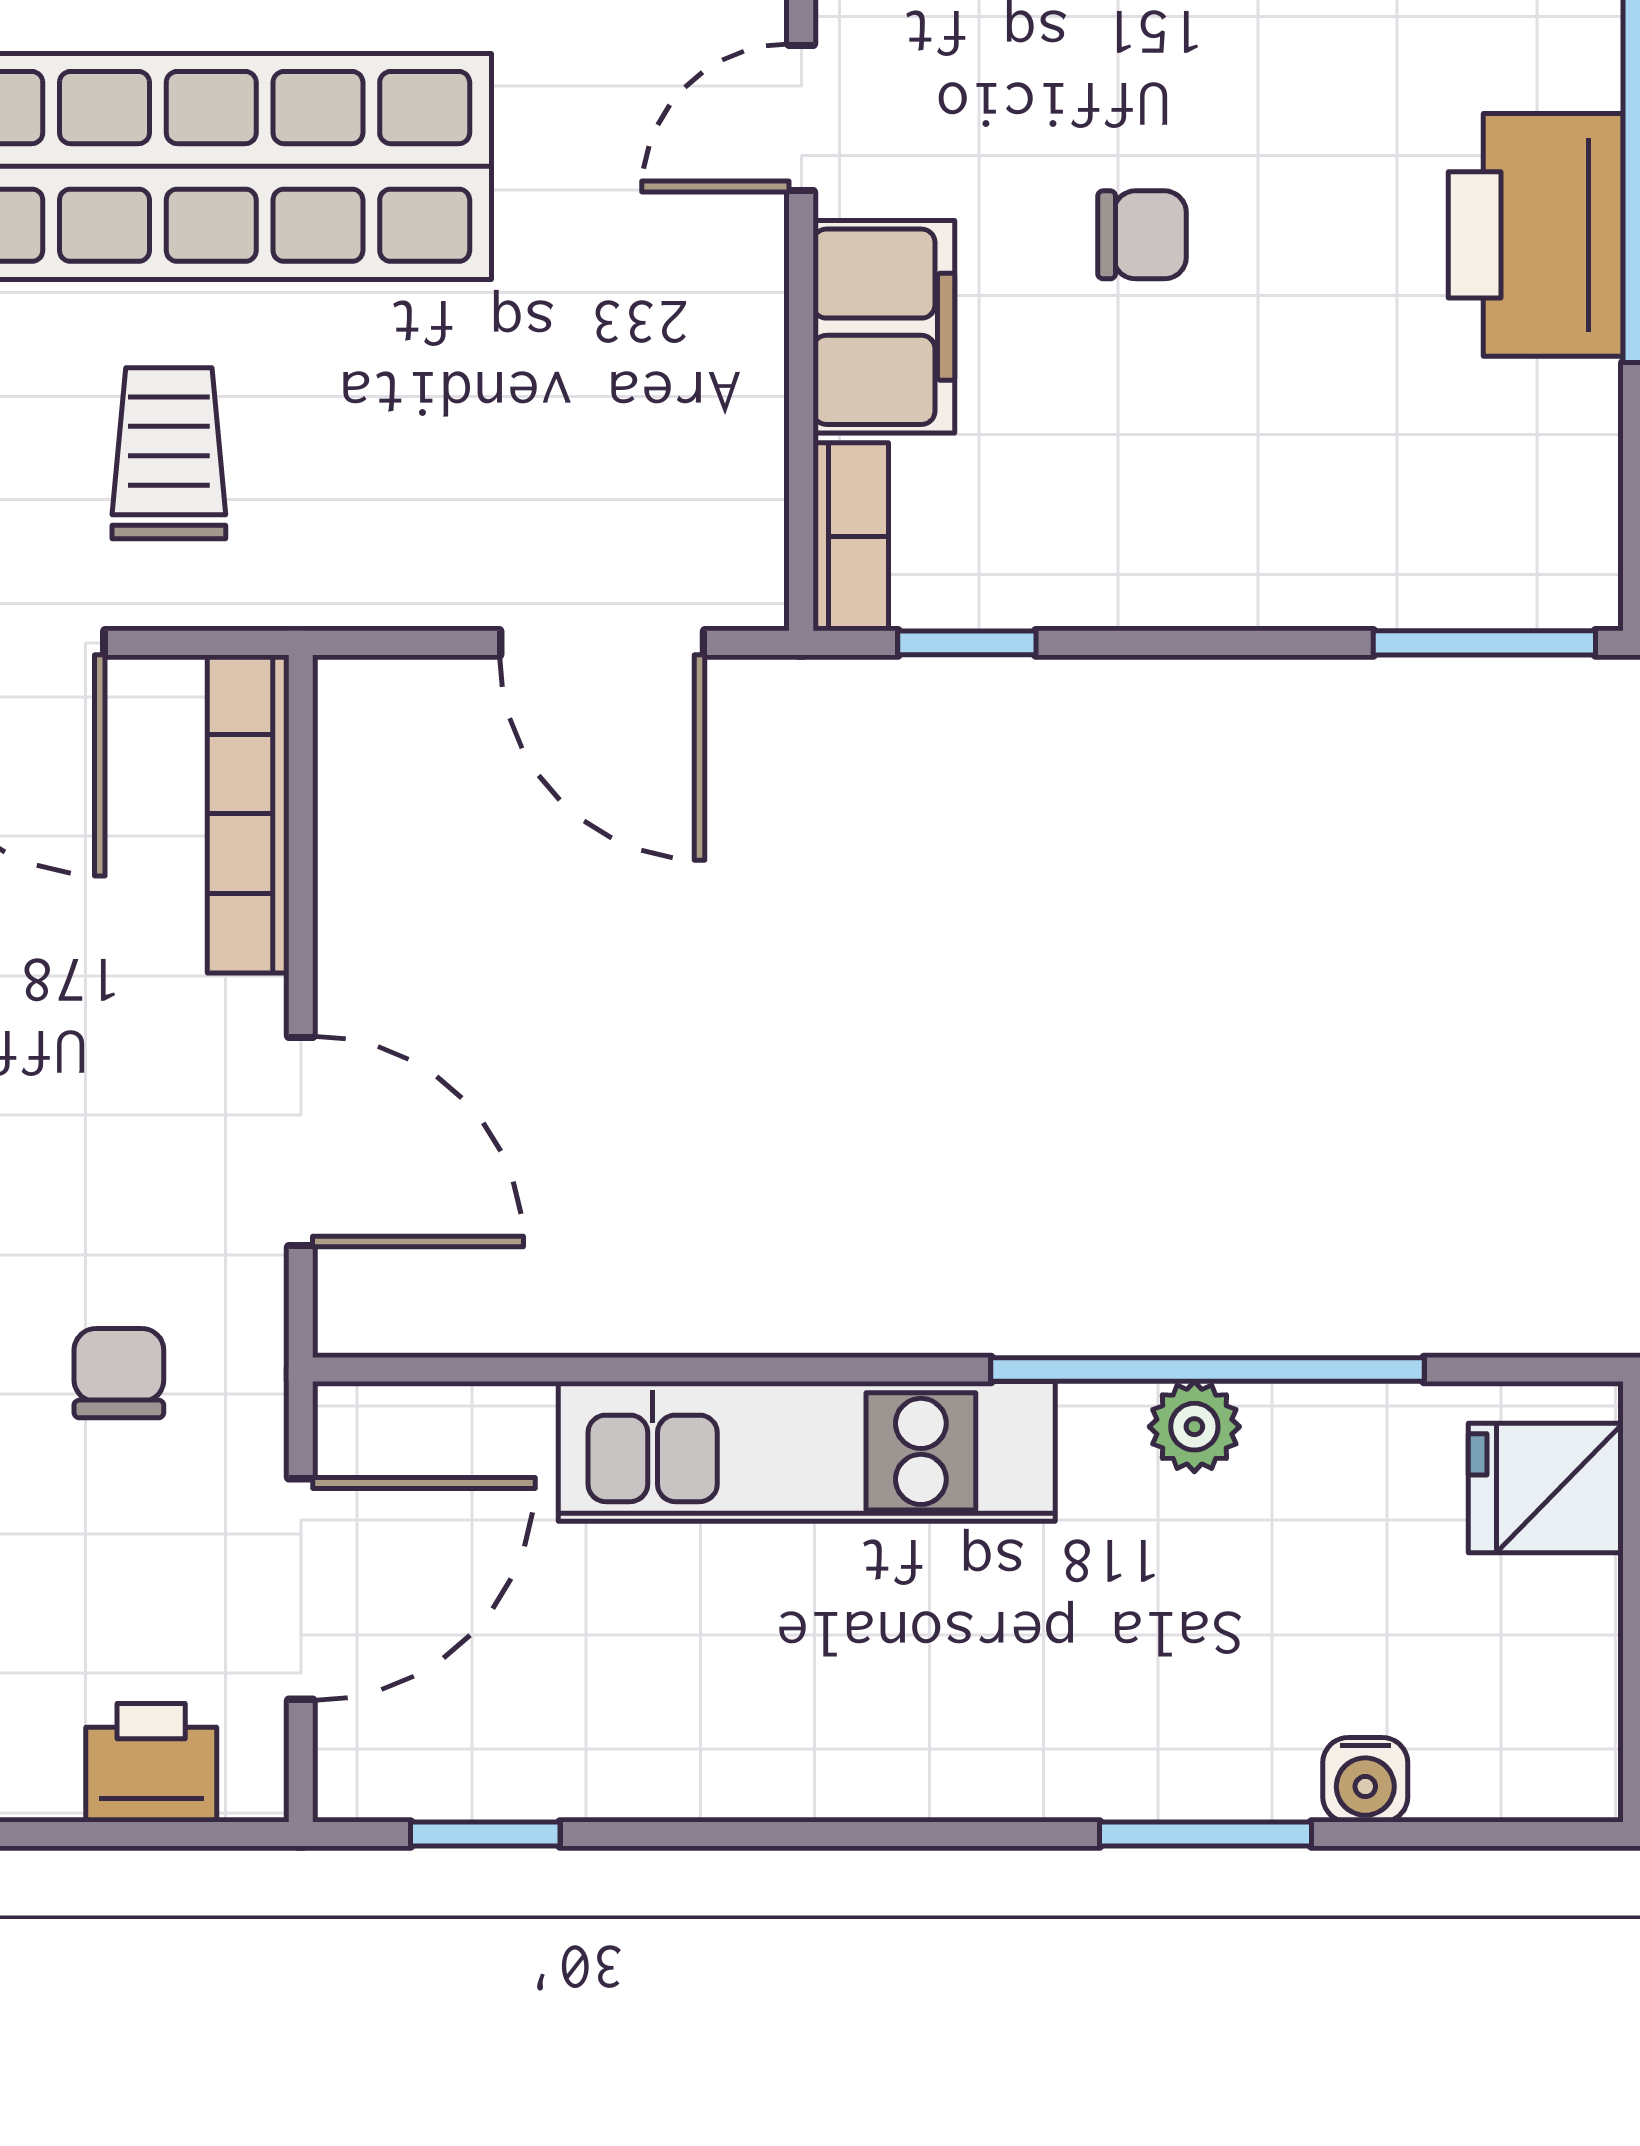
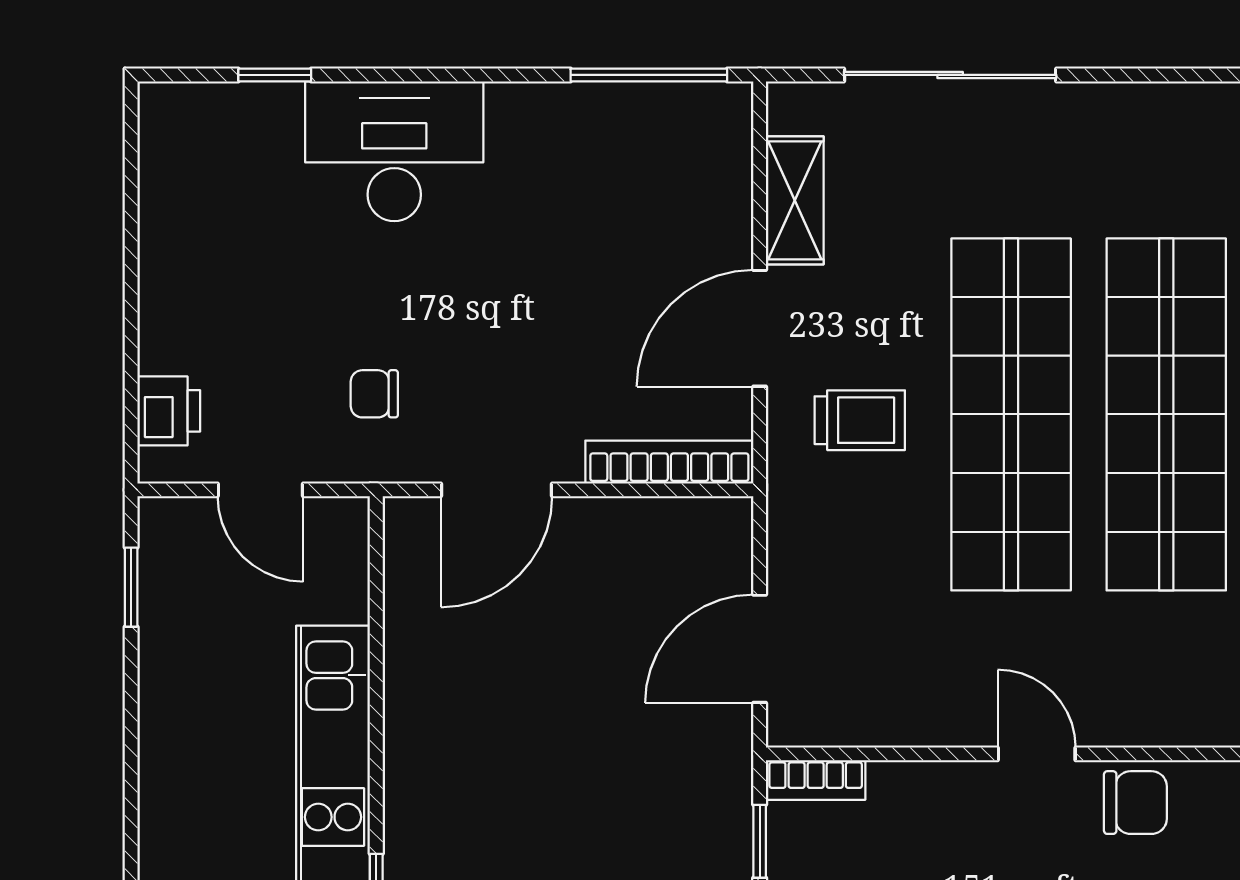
filing cabinet: (884, 327) -> (926, 797), removed
chair: (119, 1373) -> (374, 394), turned 180
door: (301, 1589) -> (260, 490), width x0.73

